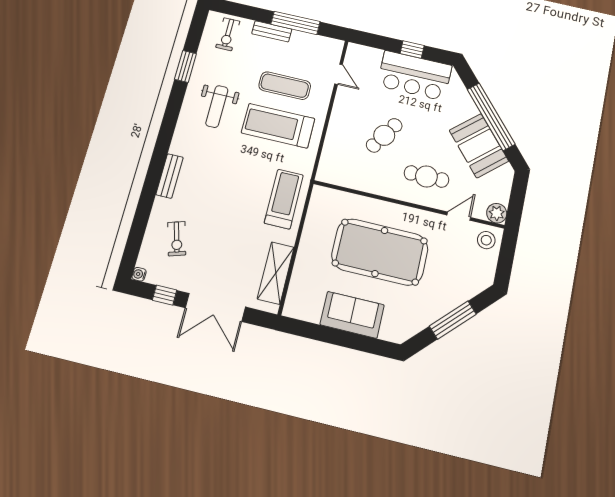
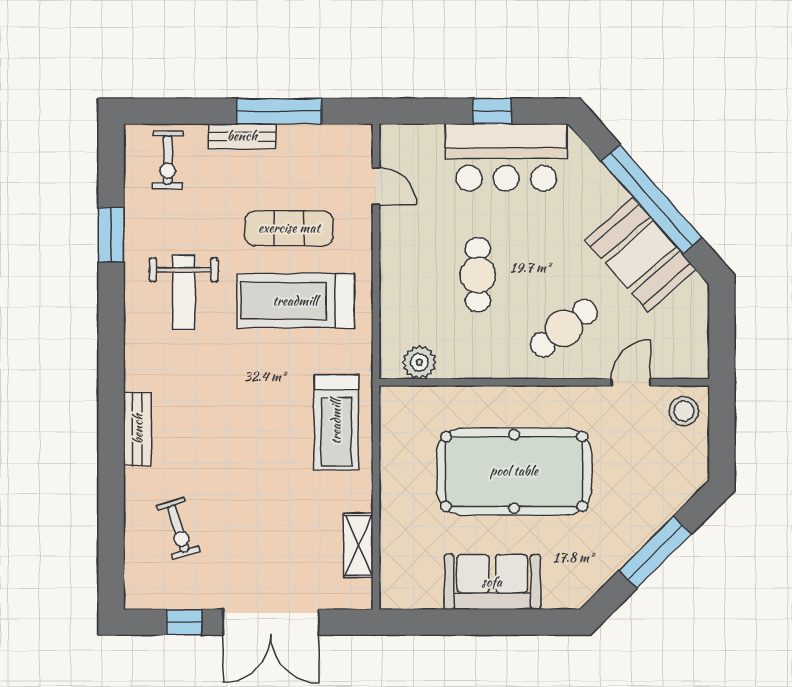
cafe table: (384, 135) -> (478, 275), turned -33
cafe table: (426, 176) -> (564, 328), turned -38
treadmill: (284, 199) -> (336, 422), turned 180
plant: (497, 213) -> (419, 362), moved
shelving: (276, 273) -> (358, 545), width x0.67, depth x0.75
water cooler: (139, 274) -> (134, 599), removed

